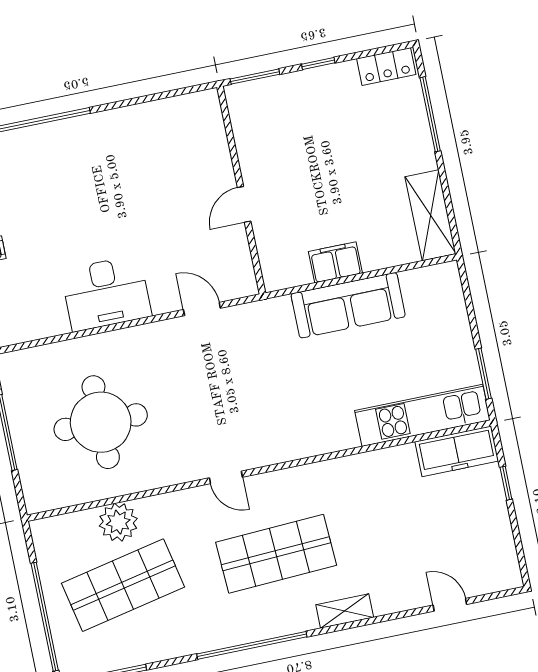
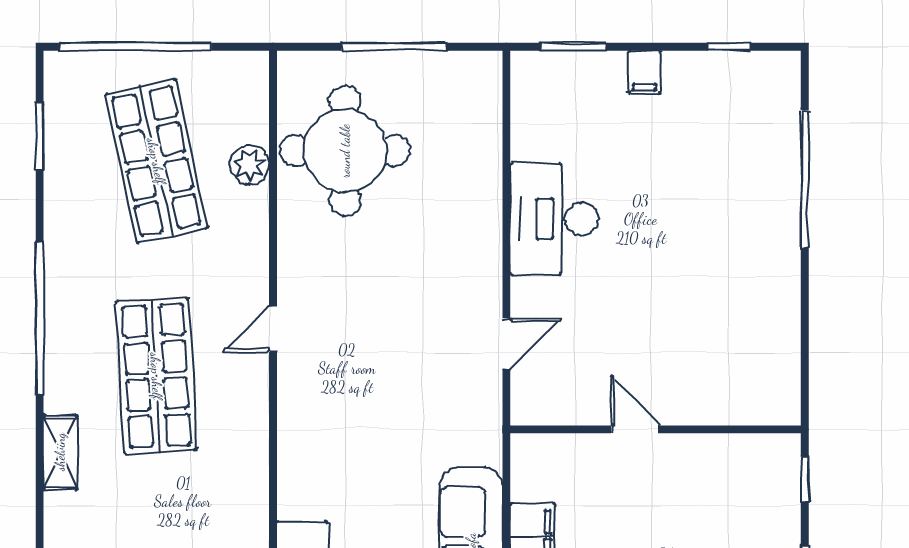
window: (255, 77) -> (805, 479), width x0.67
round table: (101, 422) -> (345, 151), moved
plant: (118, 522) -> (250, 165), width x0.73, depth x0.73

